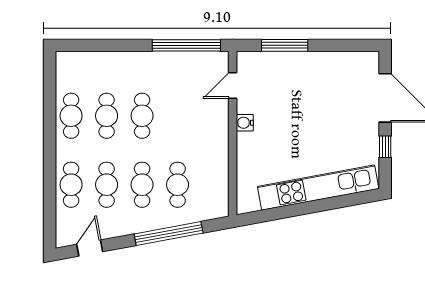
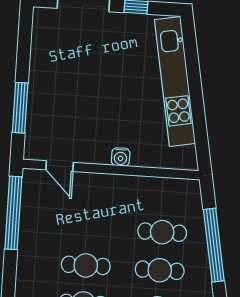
water cooler: (245, 123) -> (121, 157), moved

